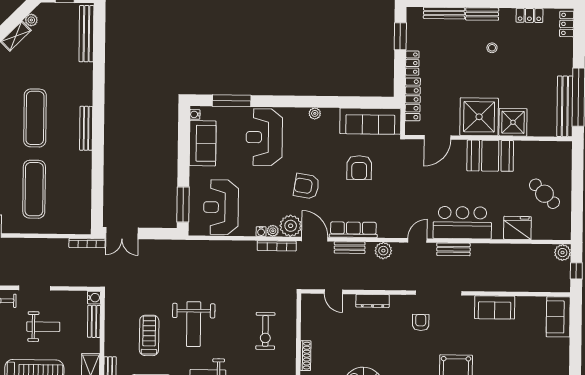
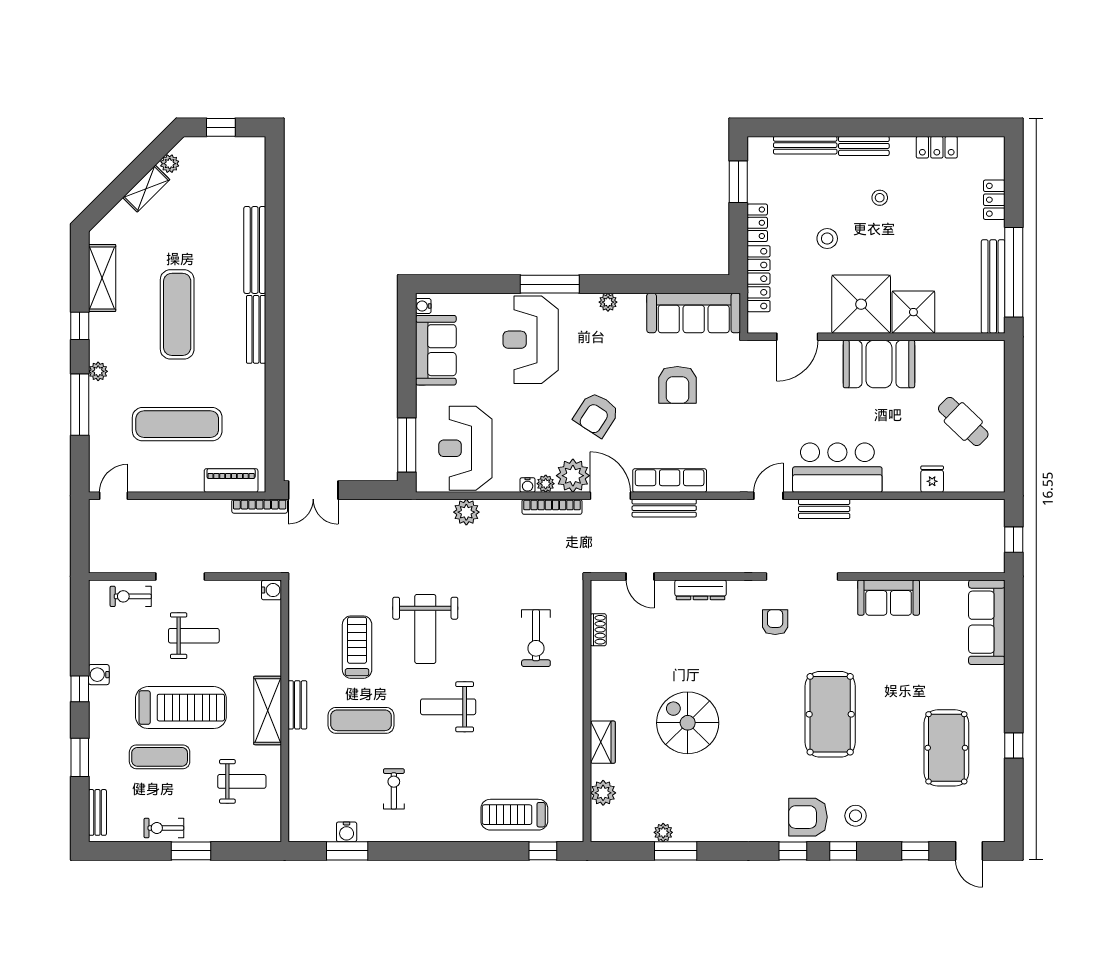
locker: (567, 24) -> (994, 200), moved
bench: (86, 34) -> (255, 250), moved
stool: (458, 74) -> (827, 239), added
window: (232, 101) -> (550, 284), moved
armchair: (306, 186) -> (596, 415), turned -66
exercise mat: (34, 189) -> (177, 424), turned 90
piano: (69, 226) -> (231, 480), added
fridge: (517, 228) -> (932, 479), width x0.53, depth x0.75
bench: (350, 248) -> (664, 508), width x1.36
plant: (383, 251) -> (466, 512), moved
plant: (563, 253) -> (992, 512), removed
sofa: (558, 317) -> (987, 622), width x1.36
bench: (94, 321) -> (272, 627), removed
shoe rack: (306, 356) -> (598, 630), moved, width x0.70

